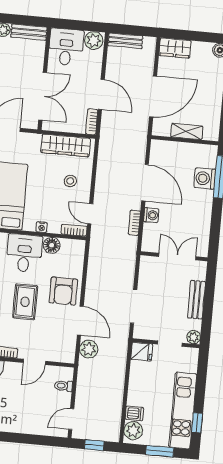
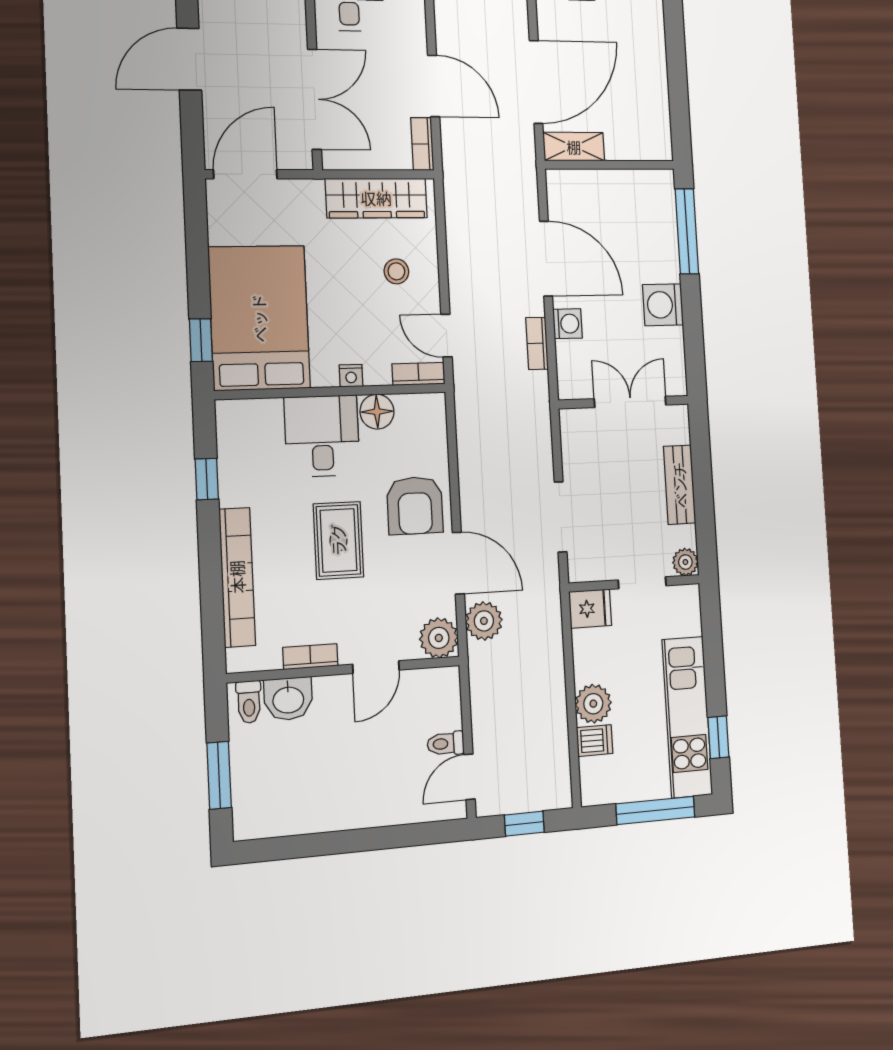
shelving: (187, 131) -> (574, 147), moved
washing machine: (205, 178) -> (663, 305), moved
plant: (66, 353) -> (439, 638), added
toilet: (64, 386) -> (446, 744), moved
plant: (133, 431) -> (593, 704), moved
window: (160, 451) -> (655, 810), width x1.44

